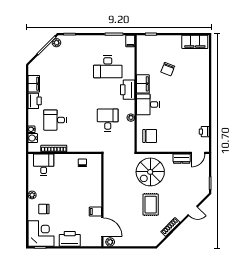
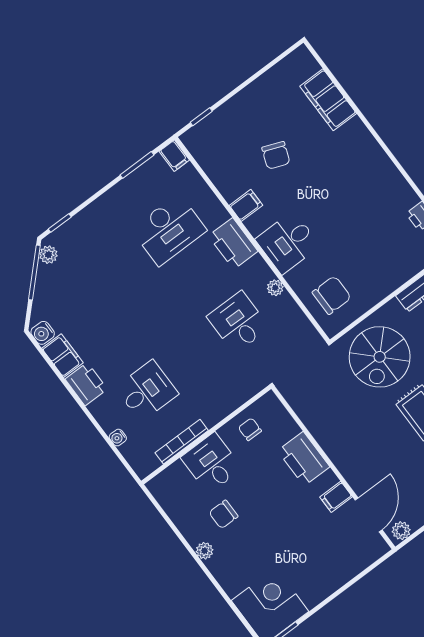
filing cabinet: (195, 42) -> (328, 100), moved, turned 90
filing cabinet: (143, 84) -> (246, 205), width x0.50
desk: (55, 120) -> (147, 391), turned 180
water cooler: (33, 138) -> (43, 333), moved
desk: (44, 165) -> (211, 463), moved
chair: (44, 209) -> (224, 514), moved
door: (102, 227) -> (369, 515), hinge flipped
printer: (70, 239) -> (304, 459), moved, turned -90

